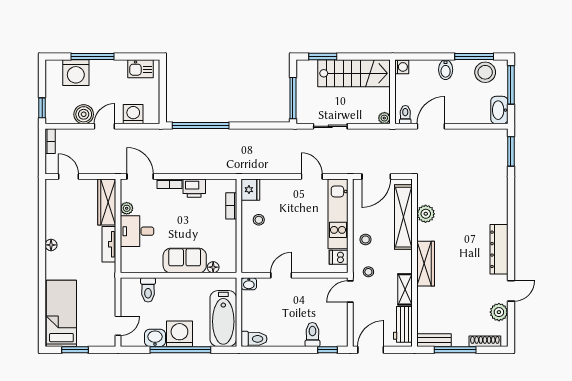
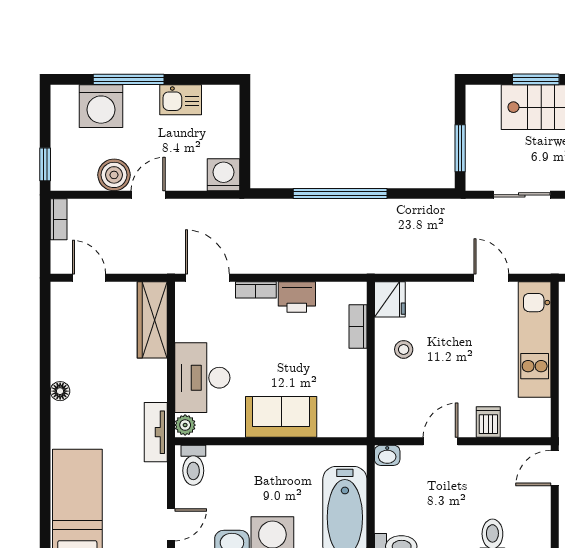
window: (323, 57) -> (536, 79), moved
kitchen sink: (141, 69) -> (181, 100), moved
window: (293, 98) -> (460, 148), width x0.69
washing machine: (133, 114) -> (224, 175), moved
window: (201, 126) -> (340, 194), moved
plant: (127, 208) -> (185, 425), moved
desk: (137, 231) -> (202, 378), width x1.37
tv unit: (109, 244) -> (156, 432), moved
dishwasher: (339, 257) -> (488, 422), moved, turned 90
floor lamp: (213, 267) -> (328, 428), removed
toilet: (148, 290) -> (193, 465), moved

